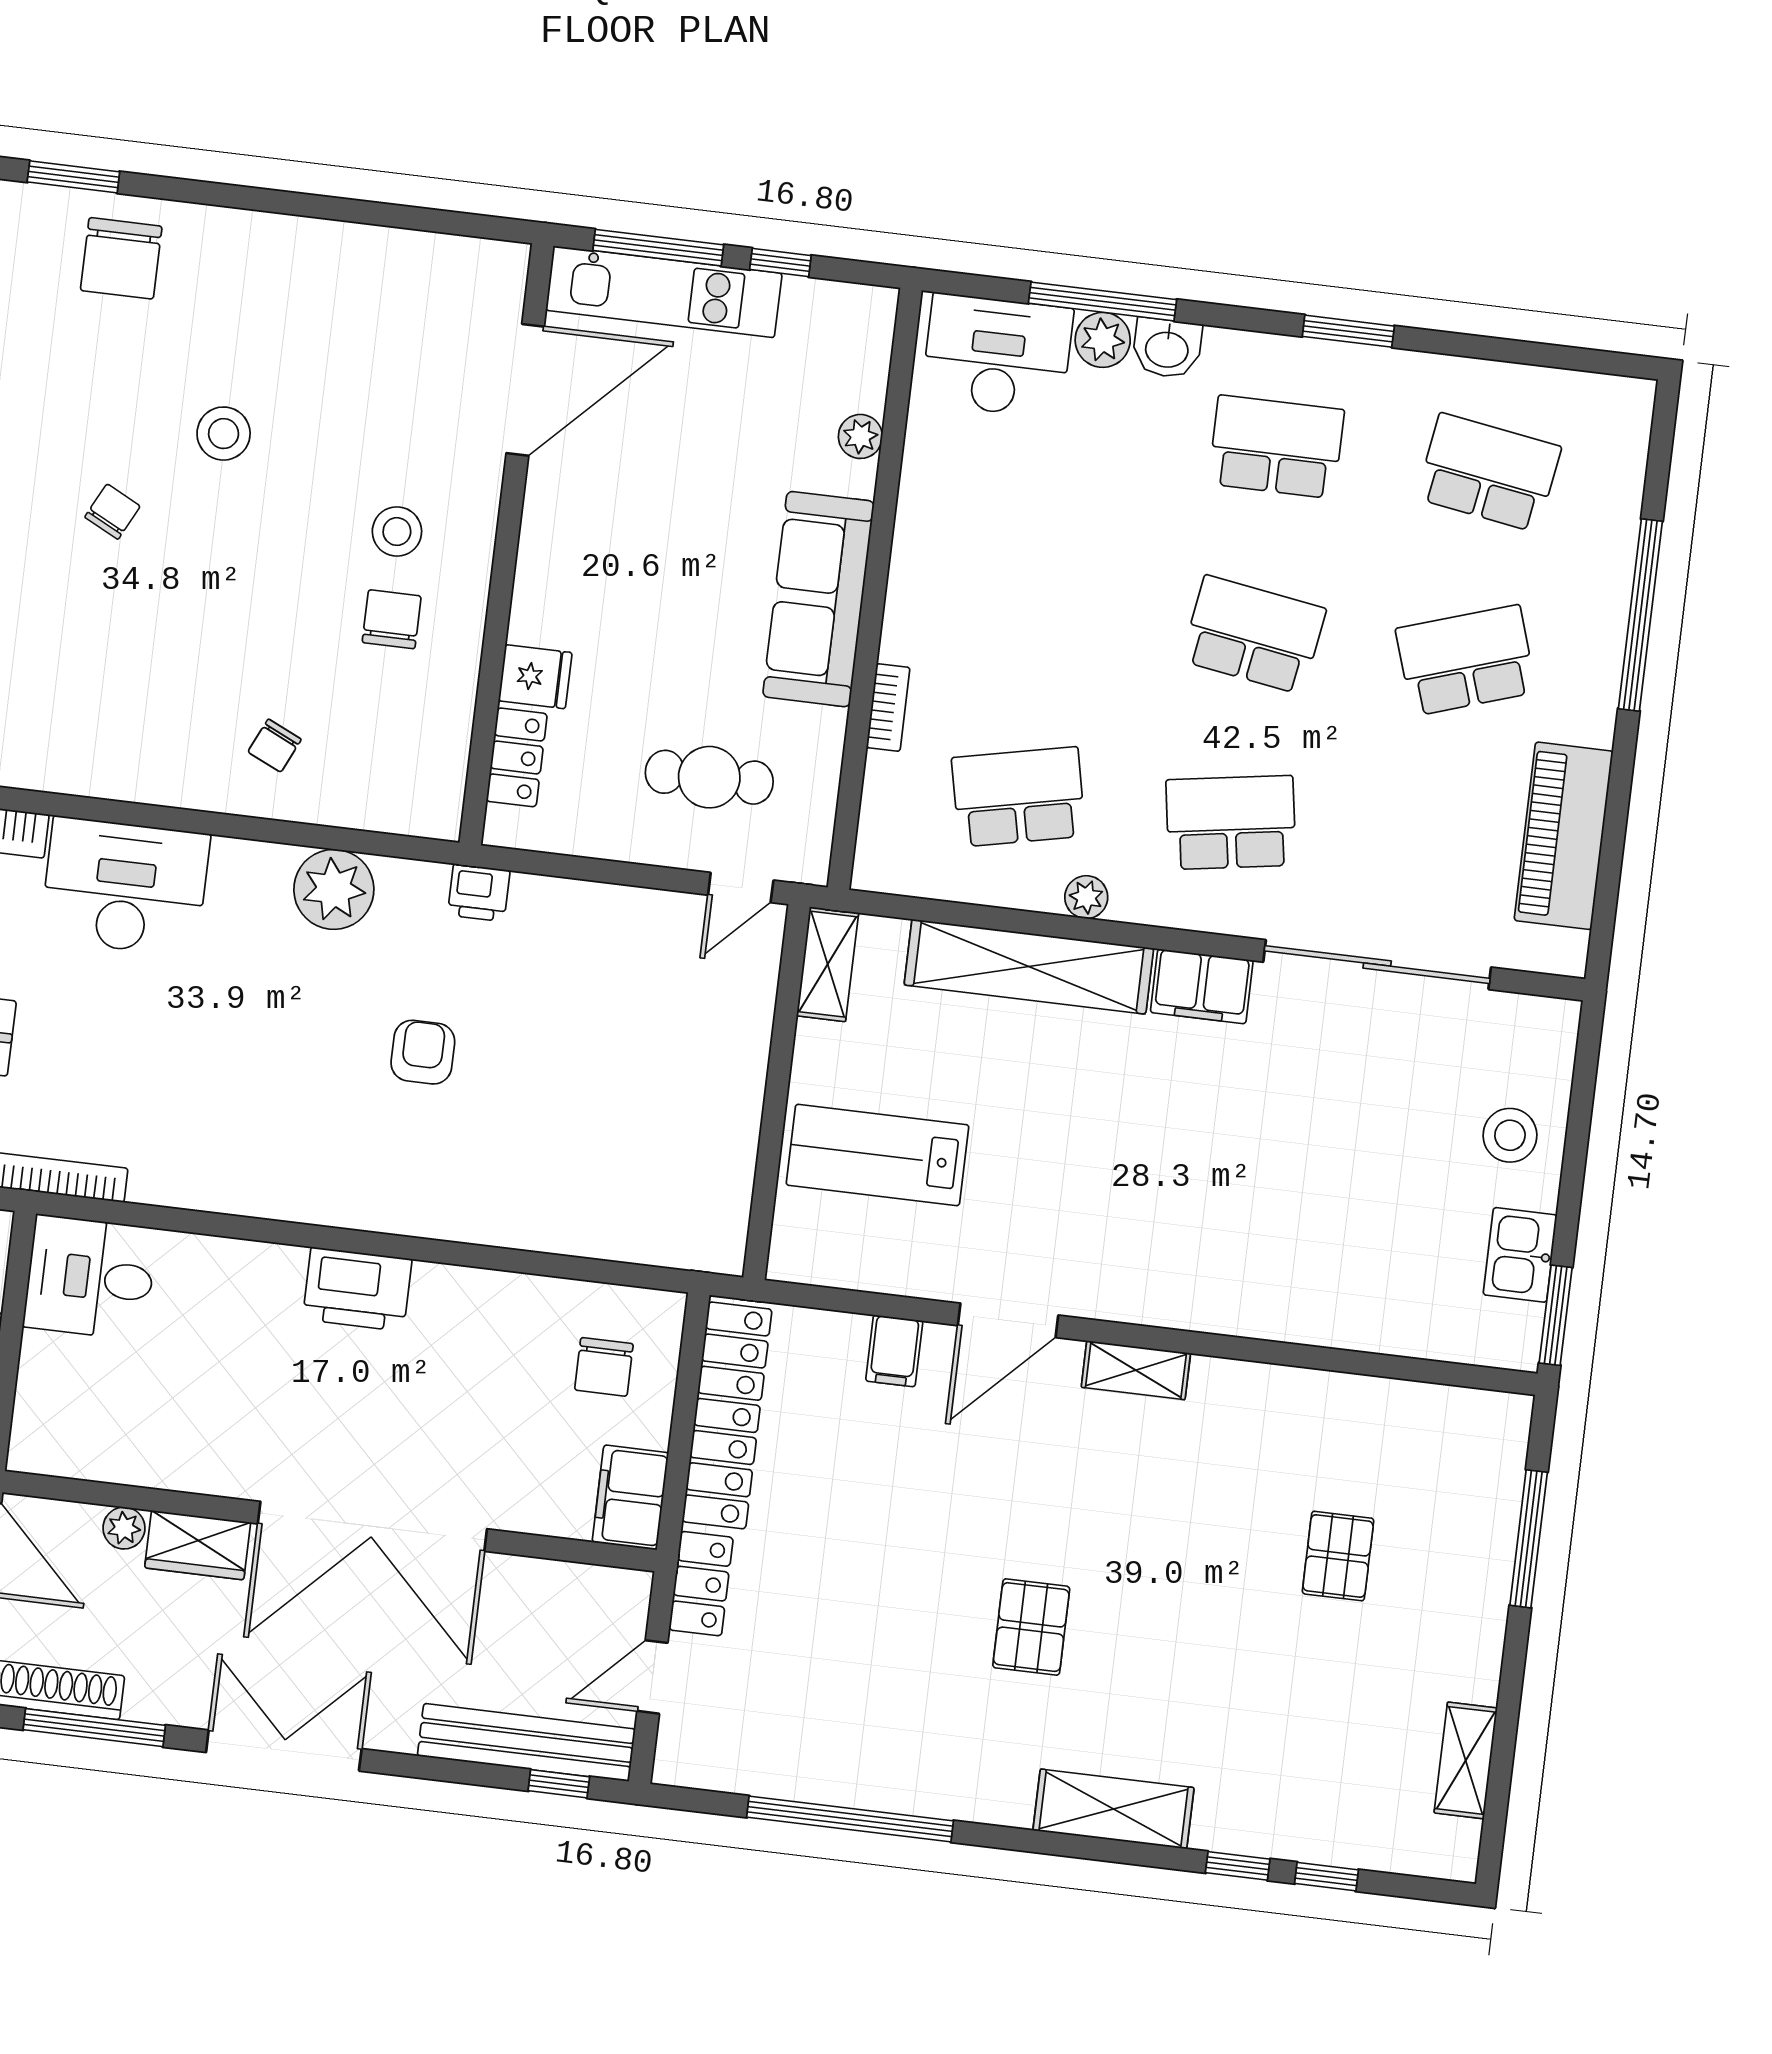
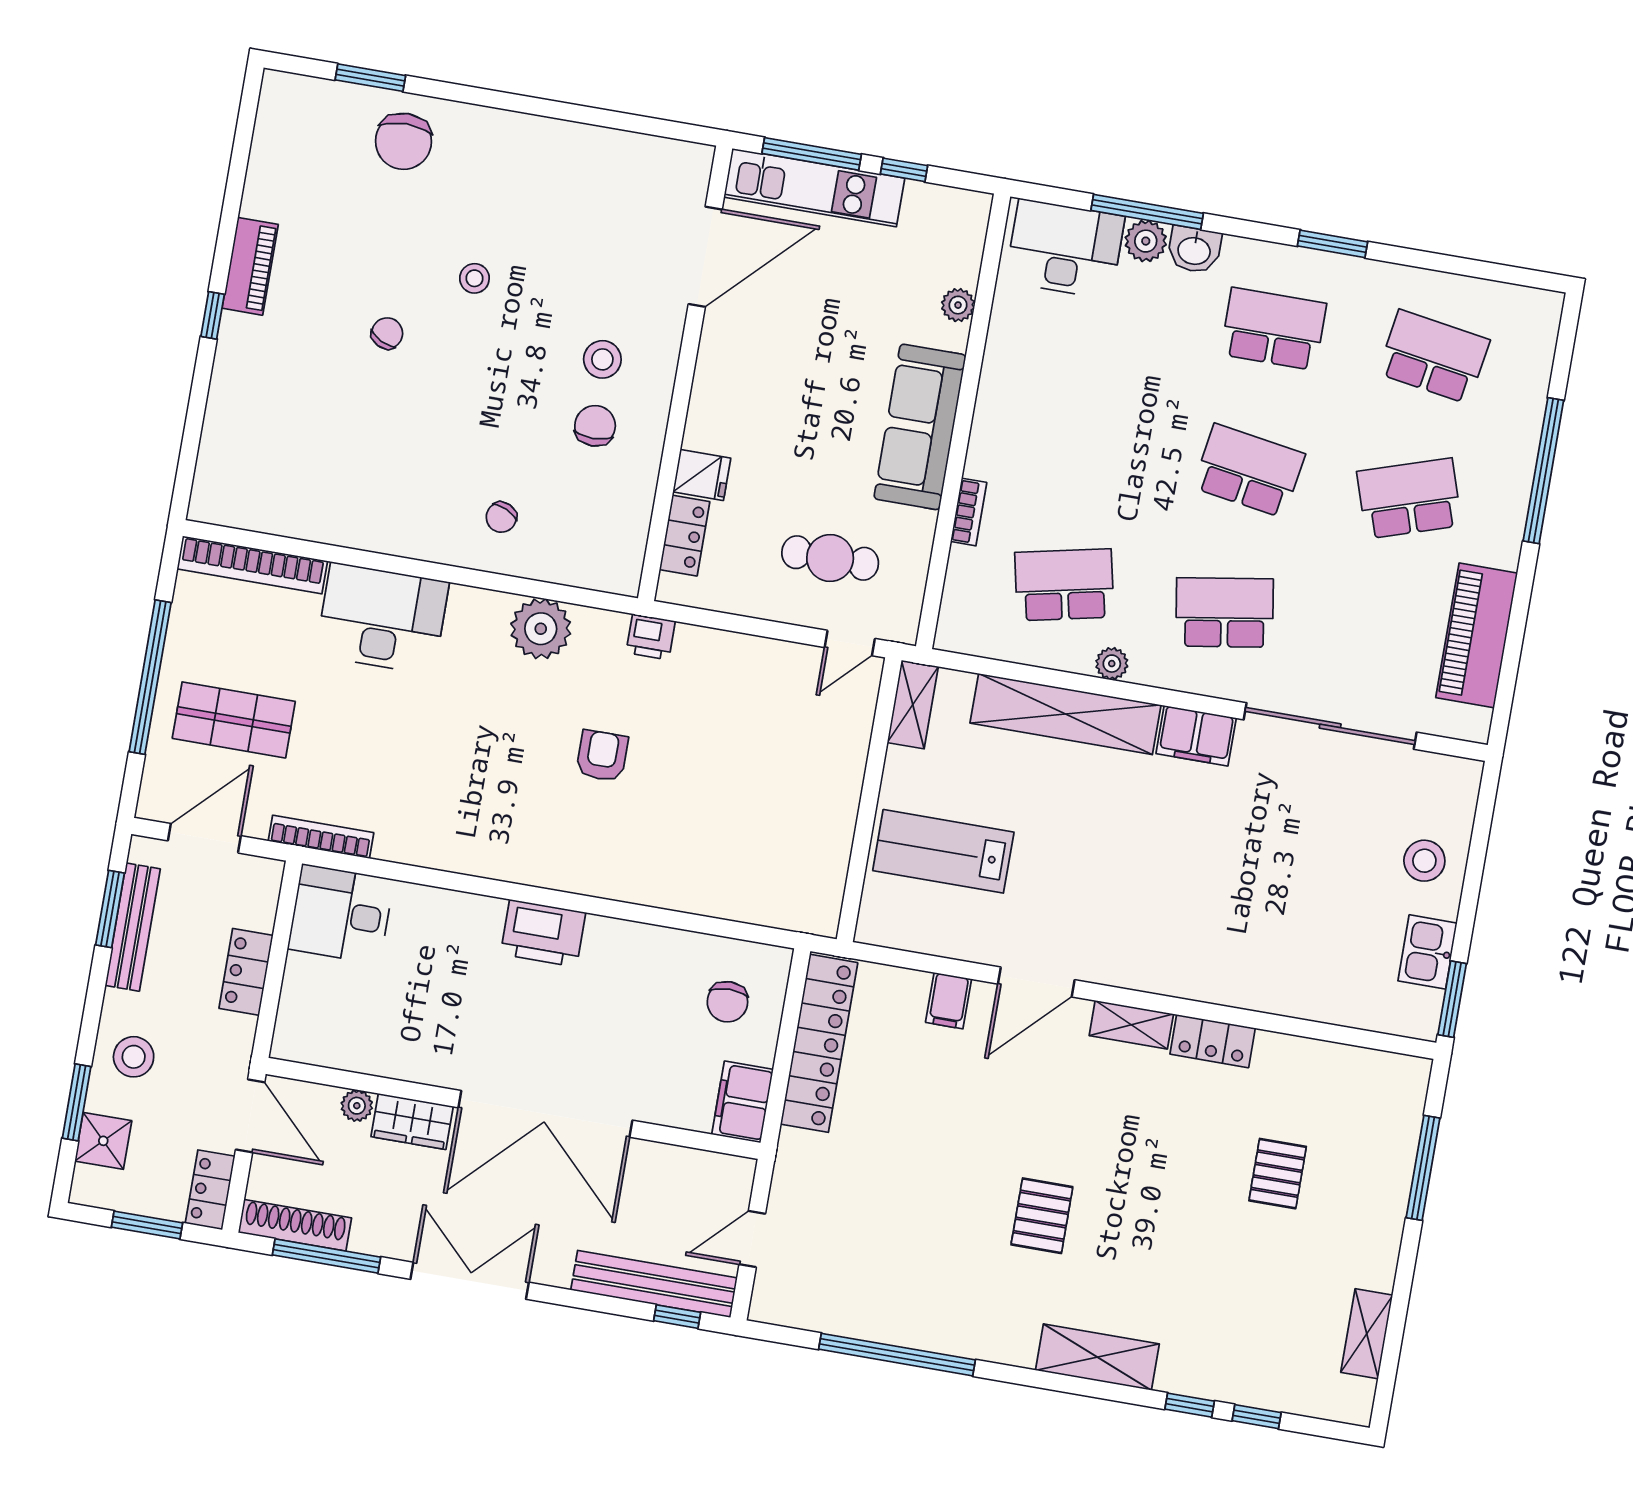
stool: (224, 434) -> (474, 278), width x0.73, depth x0.73
locker: (701, 1584) -> (1213, 1041), moved, turned 90

